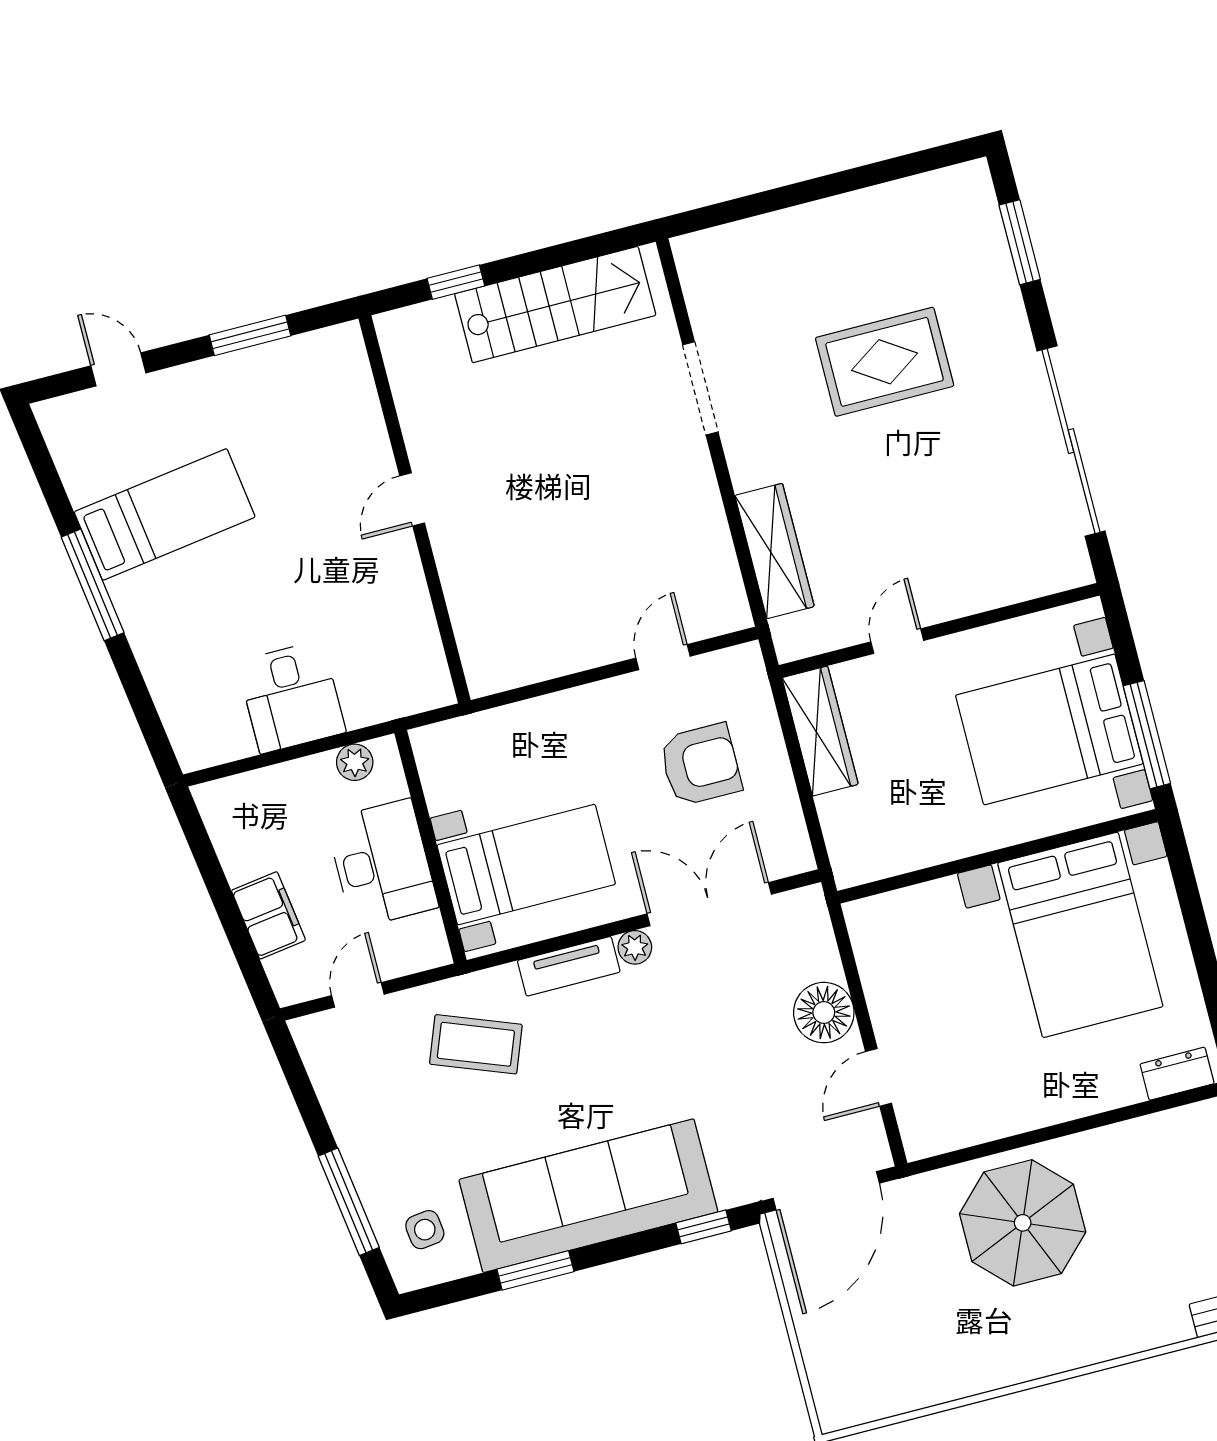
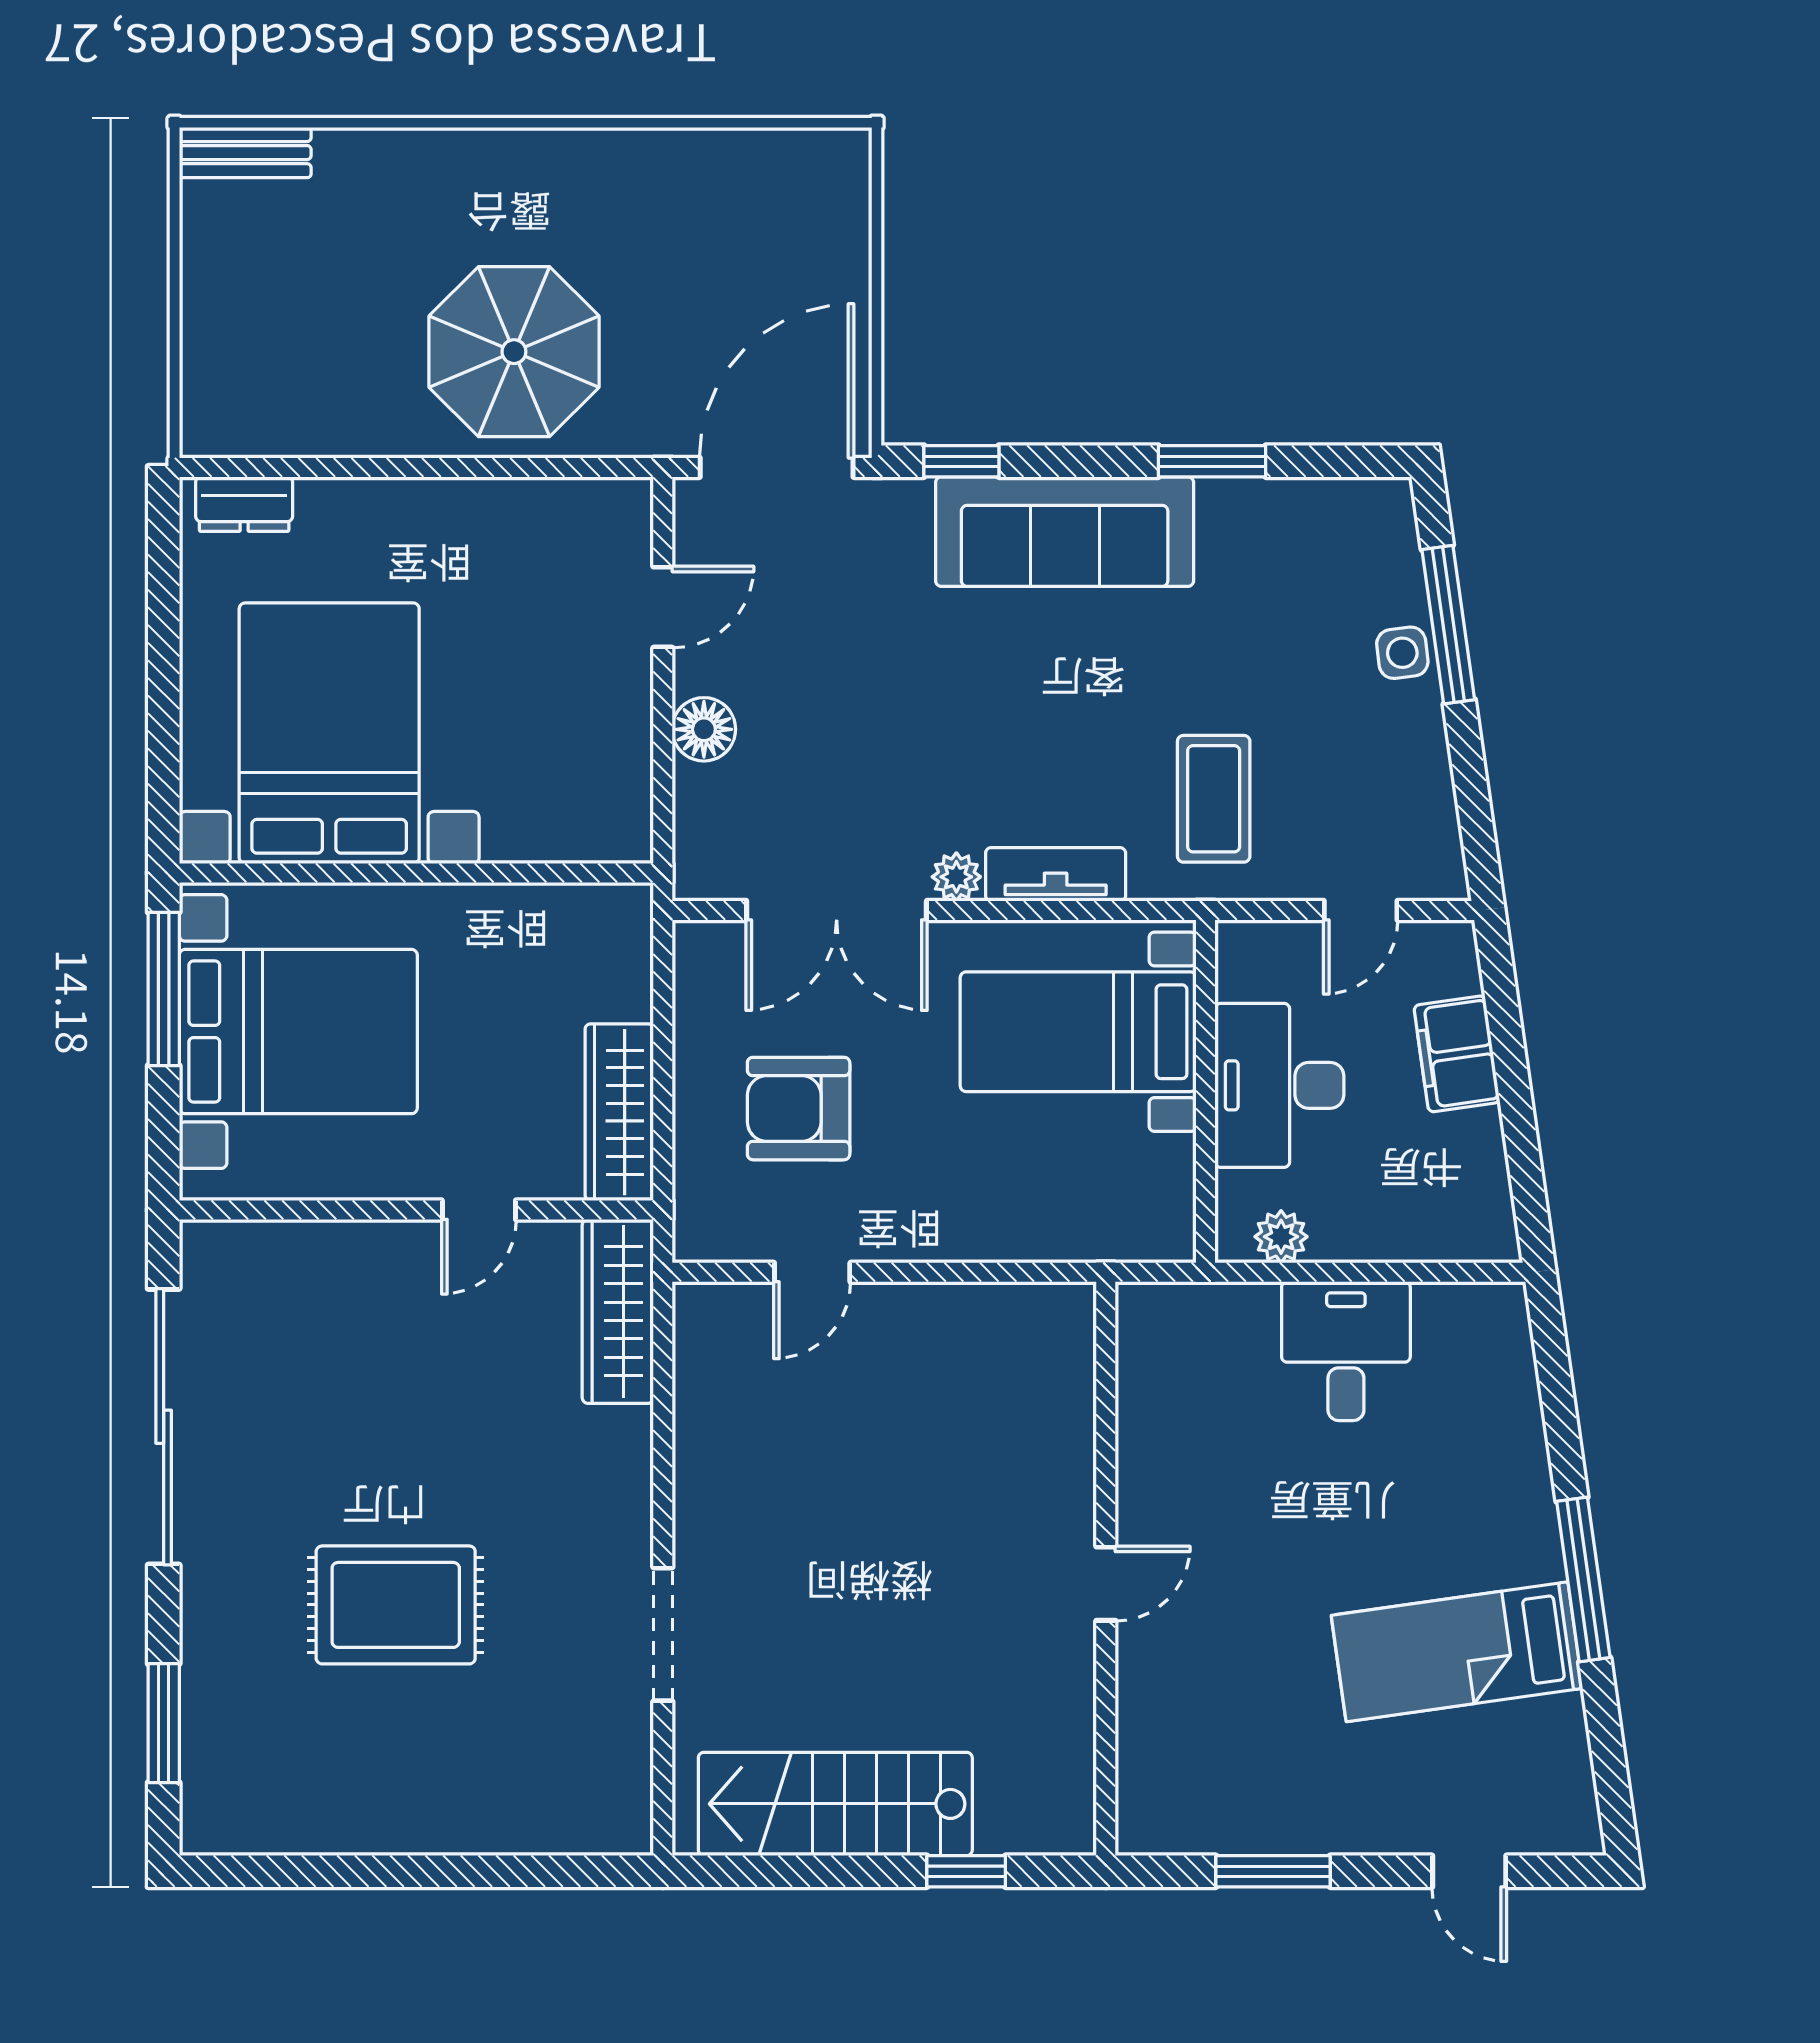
wardrobe: (775, 551) -> (618, 1311), moved
floor lamp: (824, 1013) -> (704, 729), width x0.73, depth x0.73
coffee table: (476, 1044) -> (1214, 799), turned 69
sofa: (588, 1196) -> (1065, 532), width x0.74, depth x0.79
side table: (425, 1230) -> (1402, 653), moved

